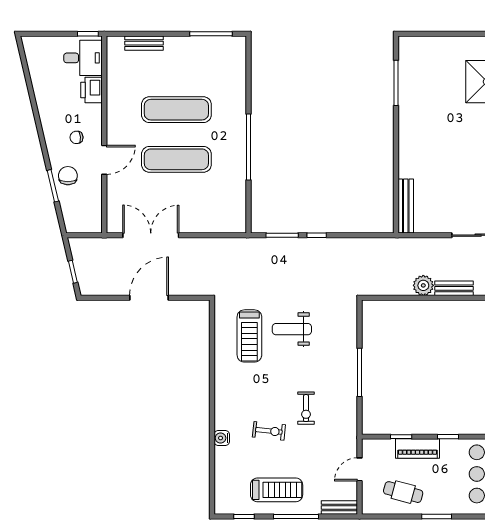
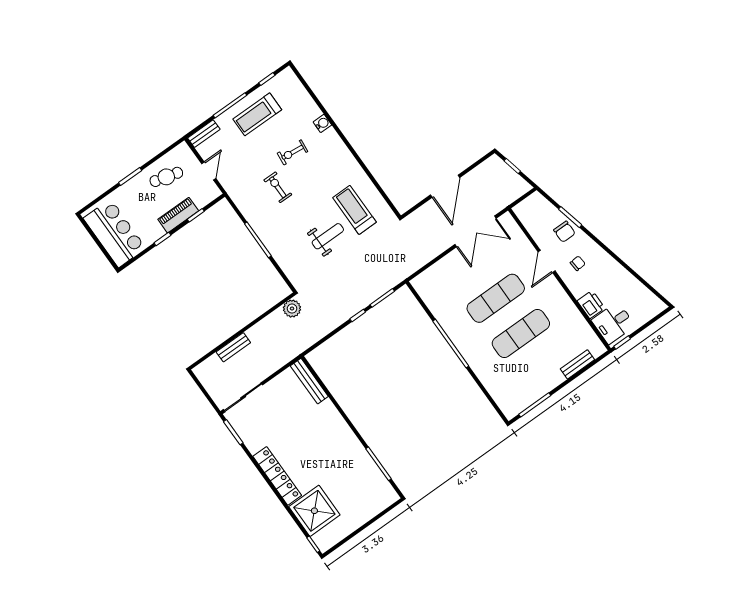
plant: (423, 285) -> (292, 309), moved

